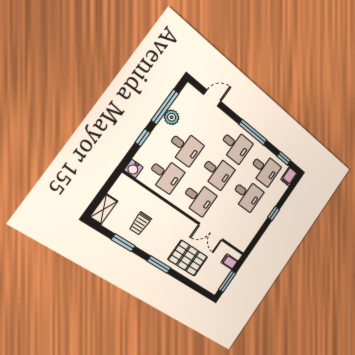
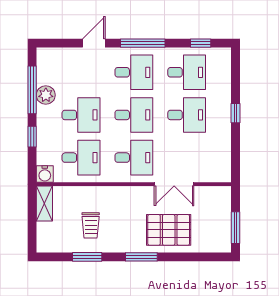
door: (212, 98) -> (94, 43), moved
filing cabinet: (289, 177) -> (223, 58), removed
shelving: (104, 209) -> (44, 203), moved
filing cabinet: (229, 262) -> (221, 203), removed

